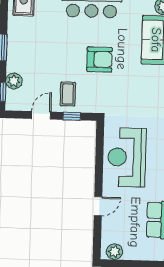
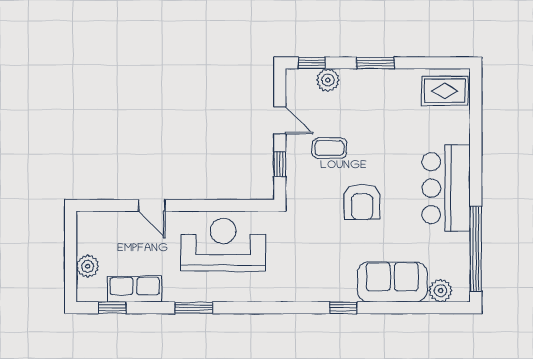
coffee table: (68, 94) -> (329, 148), moved
plant: (114, 252) -> (88, 266), moved

